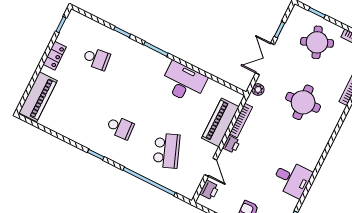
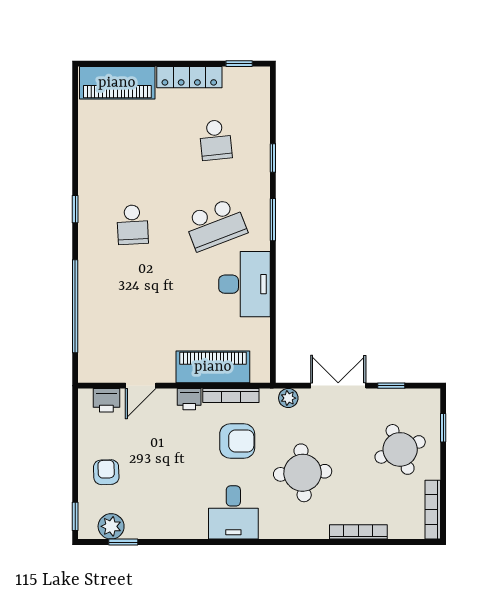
locker: (55, 56) -> (189, 77), width x1.53
armchair: (268, 129) -> (237, 441), added
school desk: (167, 151) -> (215, 225), moved
desk: (292, 179) -> (233, 512), moved

